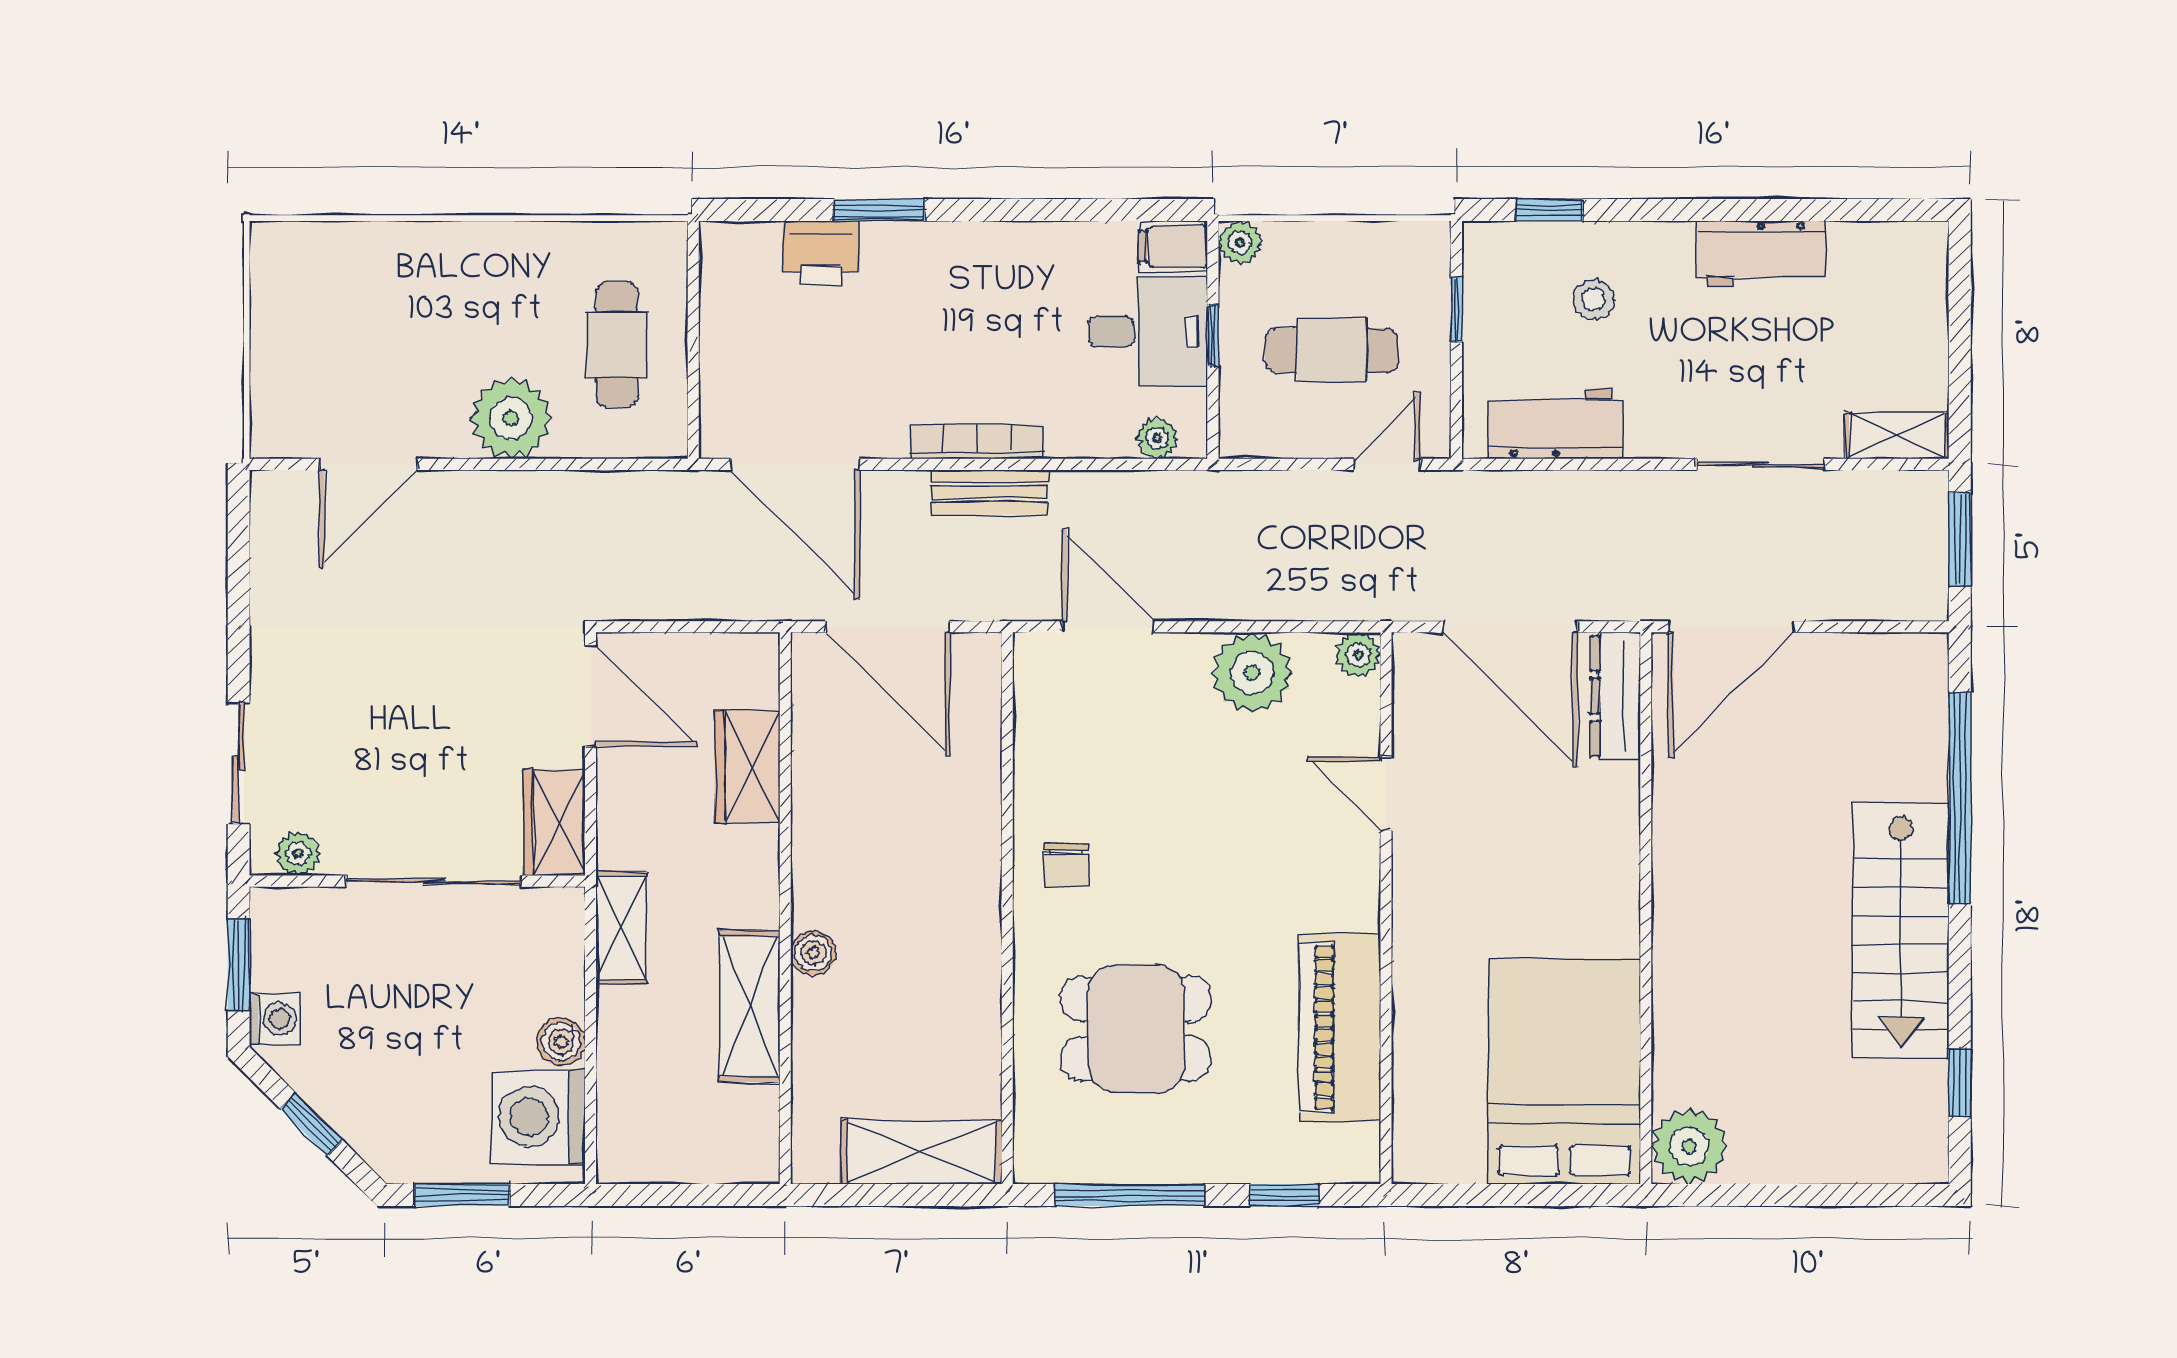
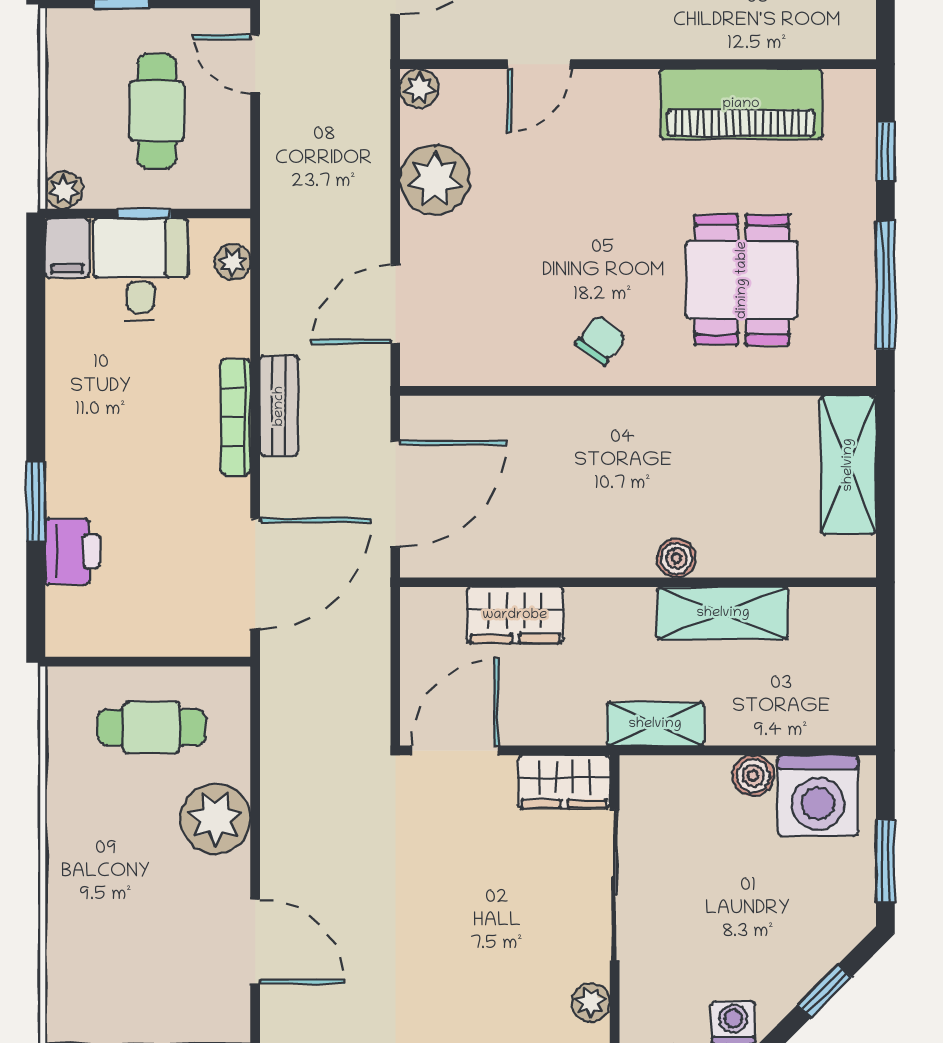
chair: (1066, 865) -> (601, 340), turned -53

